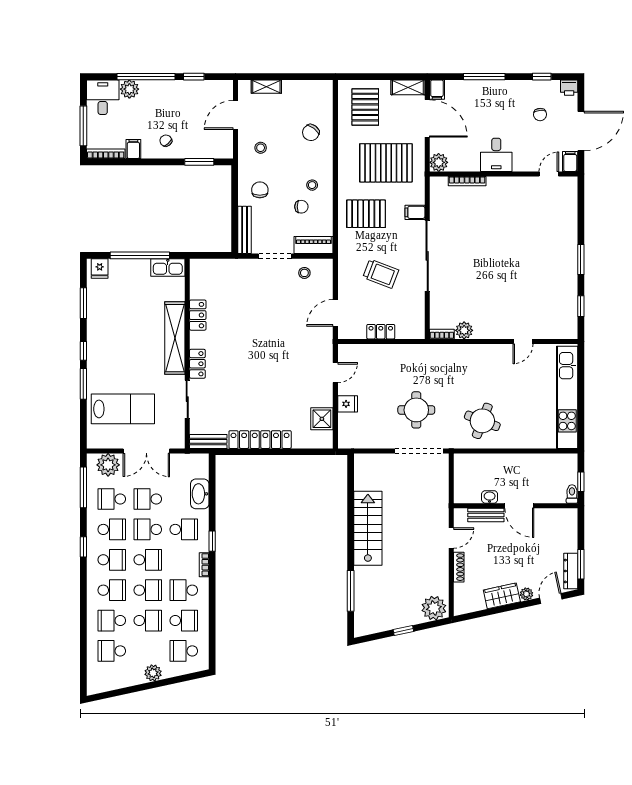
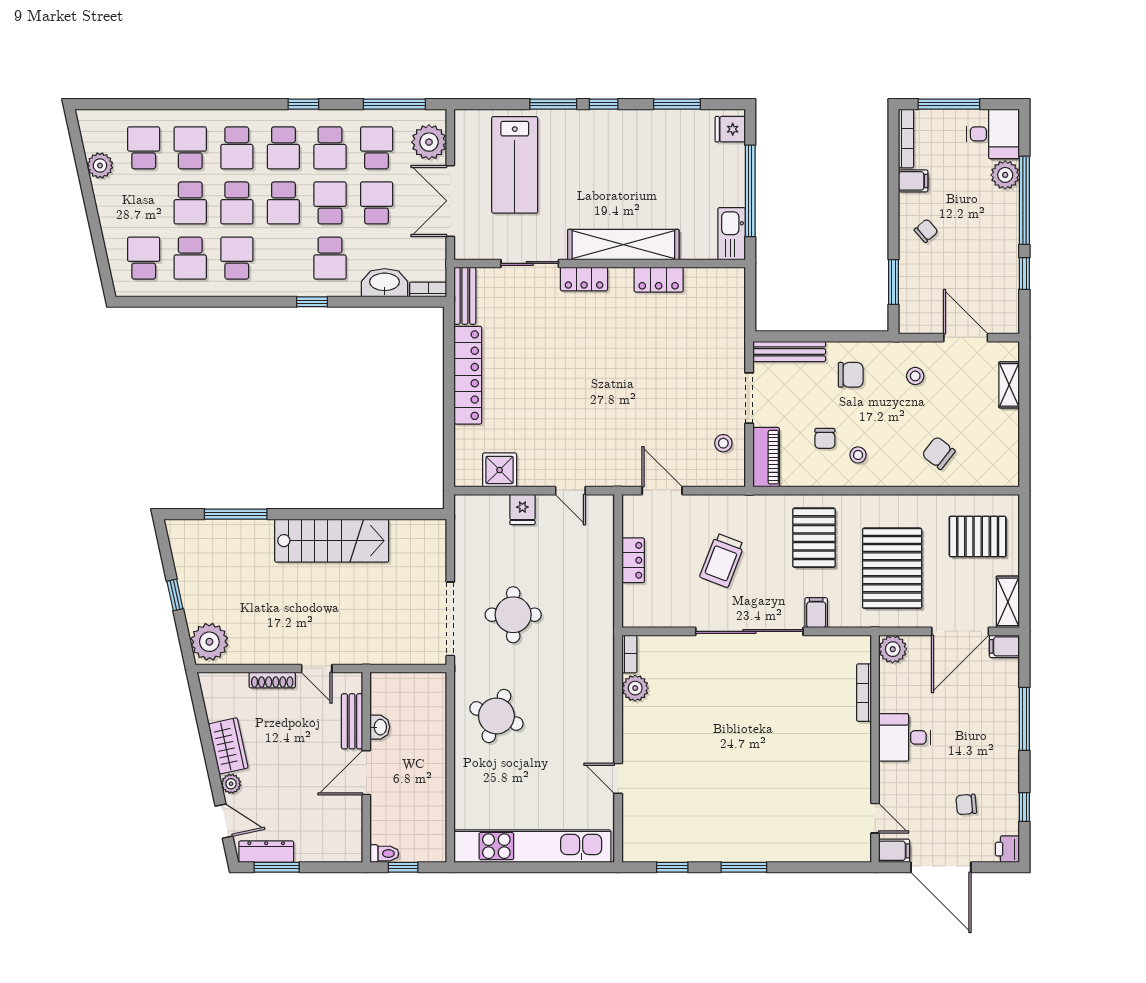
bookcase: (204, 565) -> (428, 289), moved
plant: (153, 673) -> (100, 166), moved

